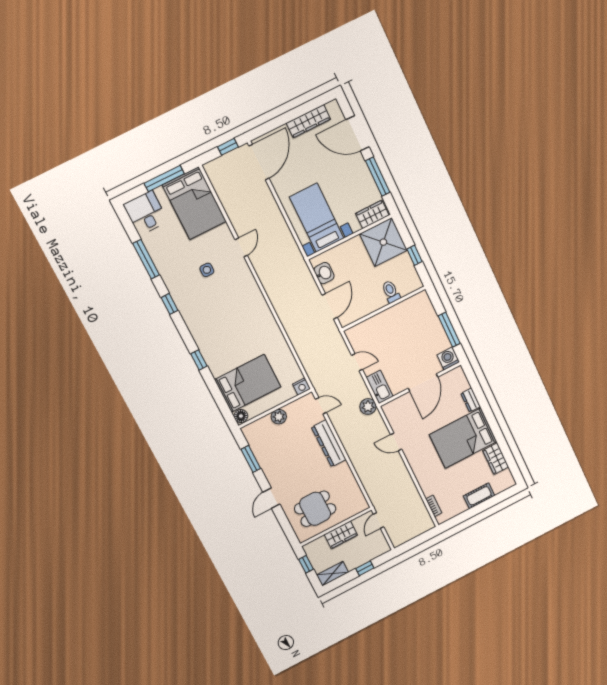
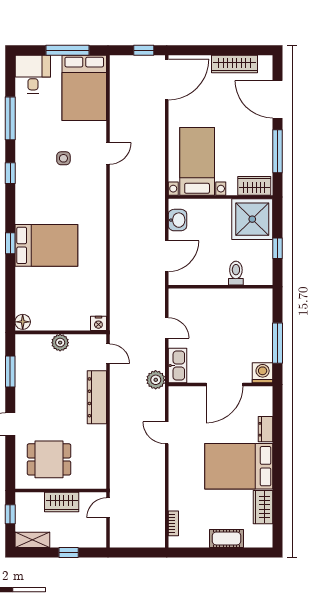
bed: (248, 383) -> (46, 245), moved

